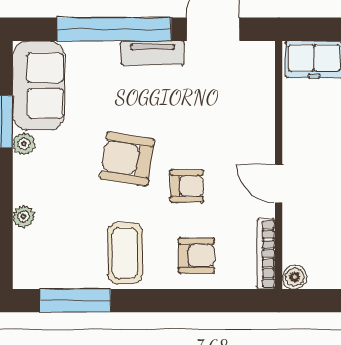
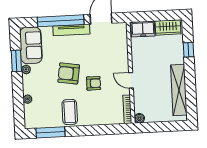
tv unit: (152, 53) -> (71, 30), width x1.41
armchair: (196, 256) -> (99, 111), removed

